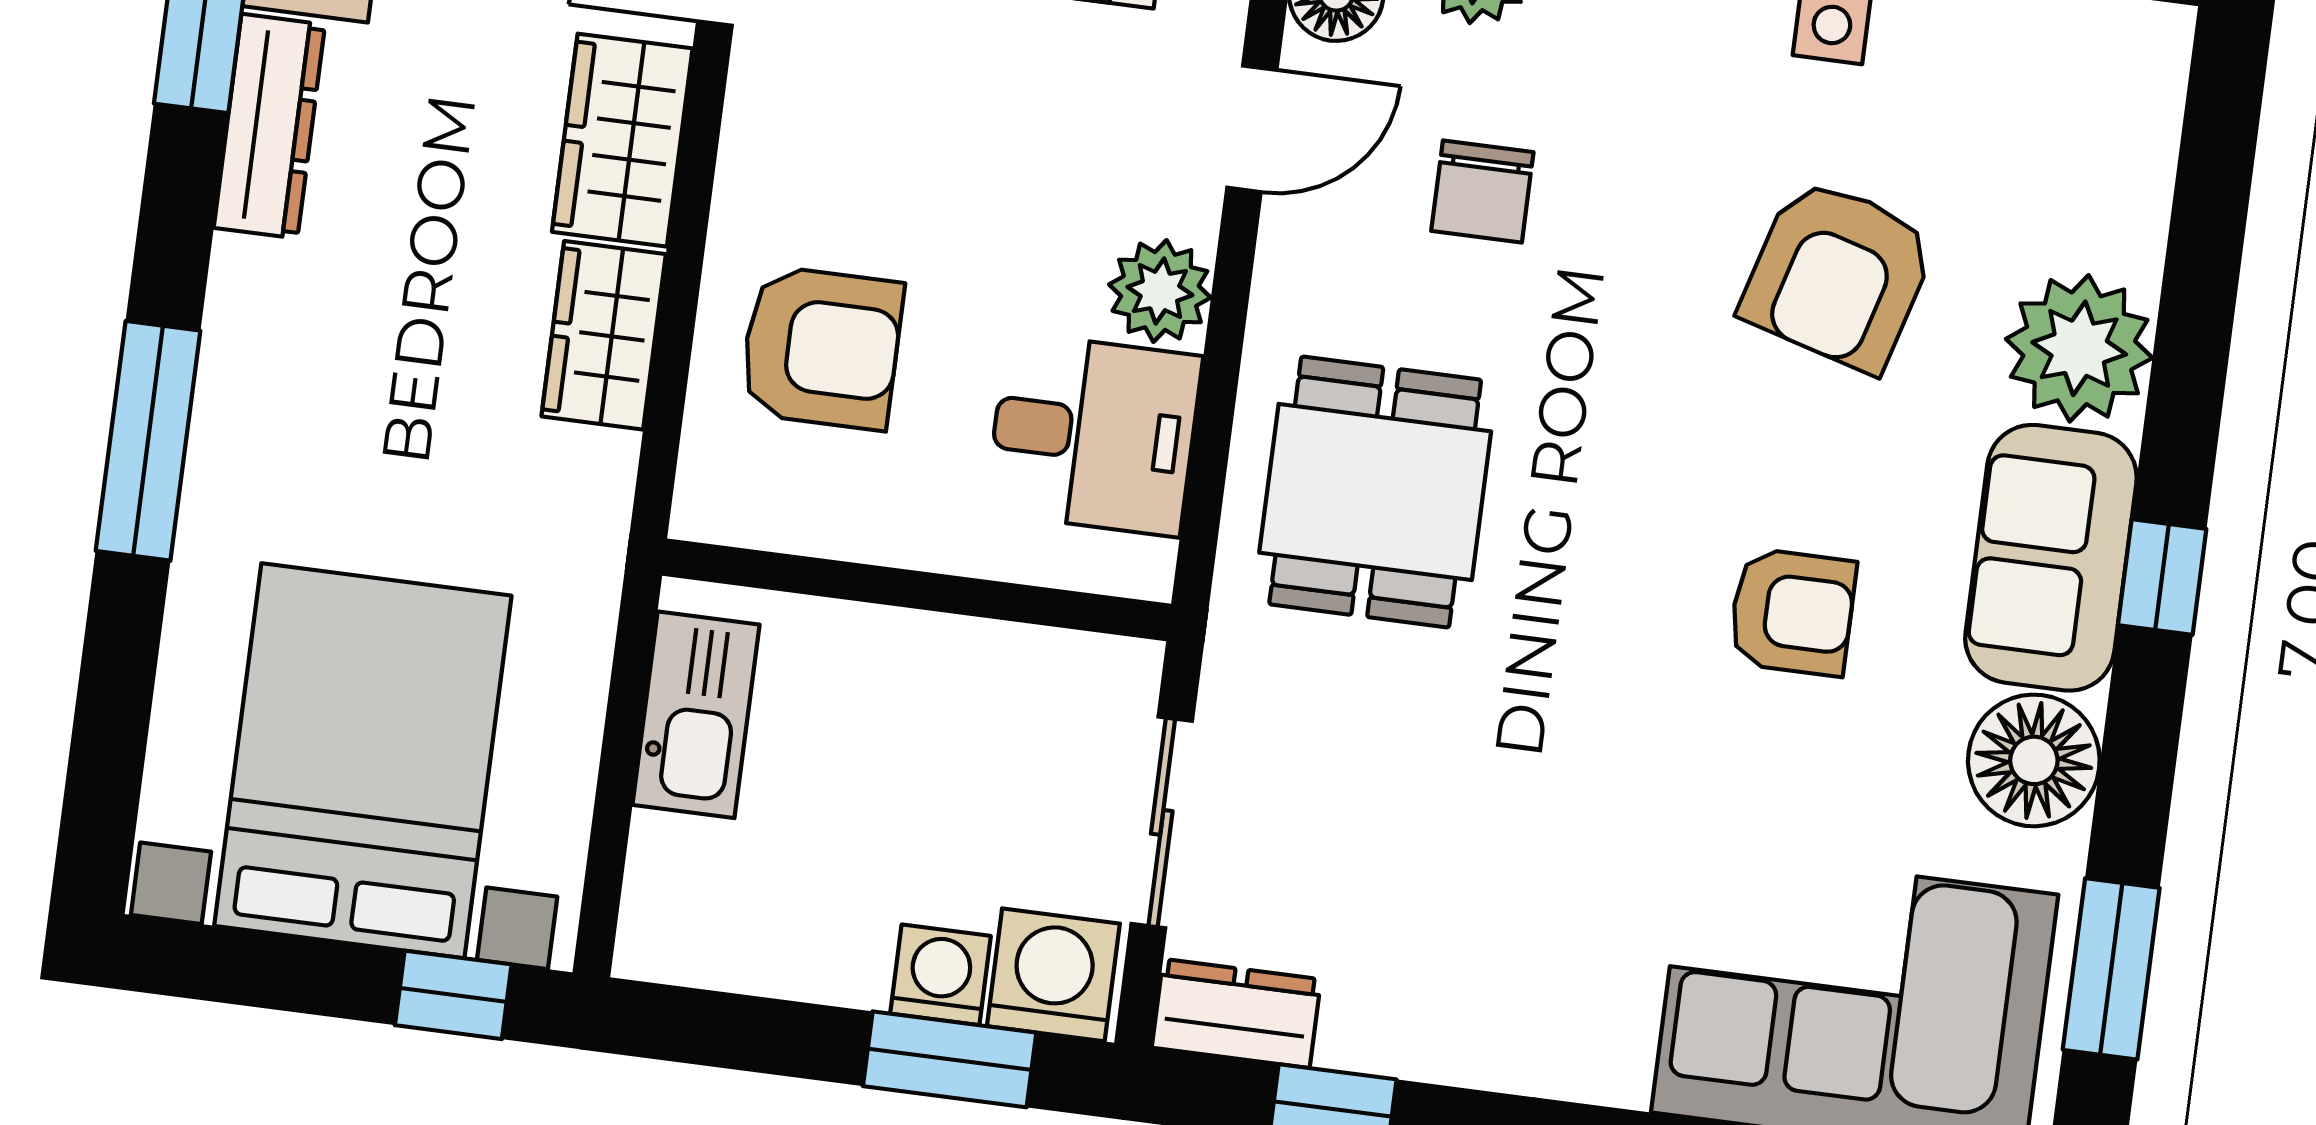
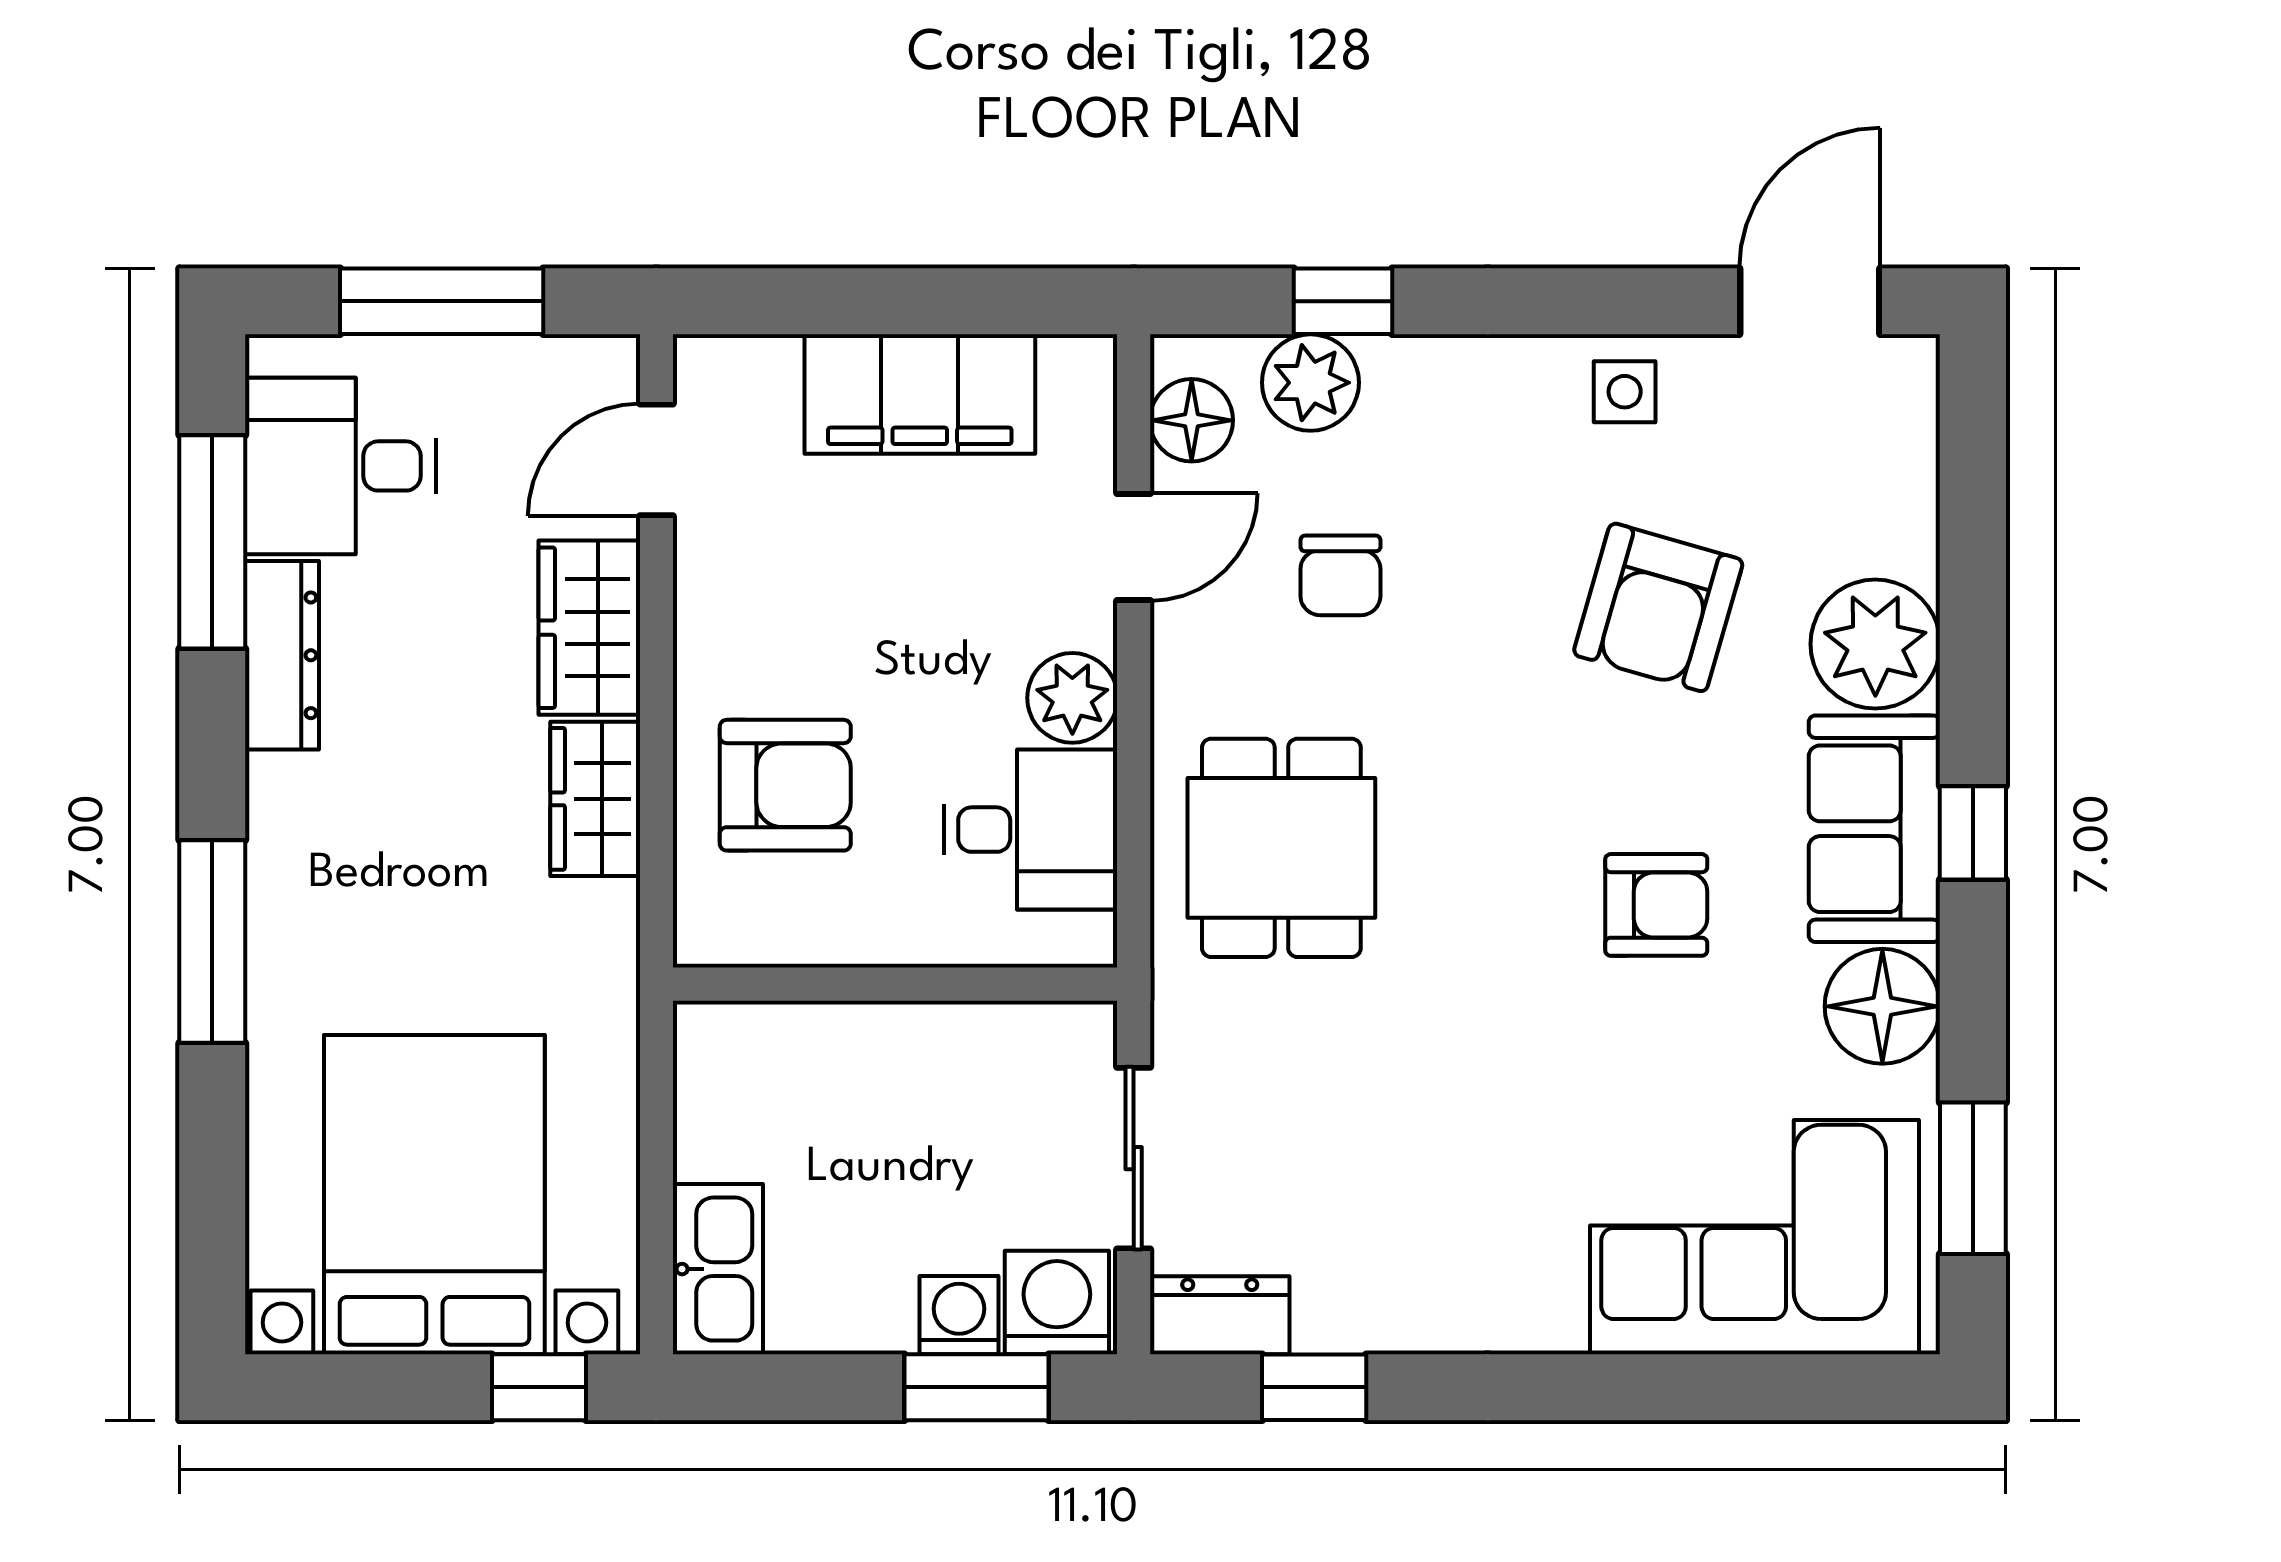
kitchen sink: (696, 715) -> (718, 1269), moved

